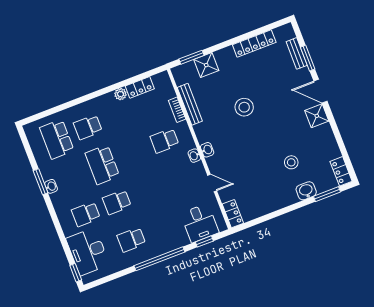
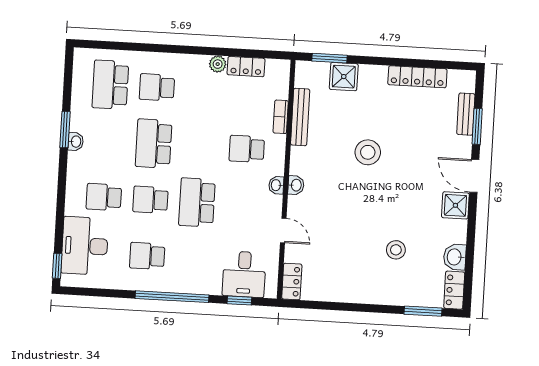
school desk: (148, 190) -> (197, 202), added
washbasin: (306, 191) -> (455, 257), moved, turned -90

